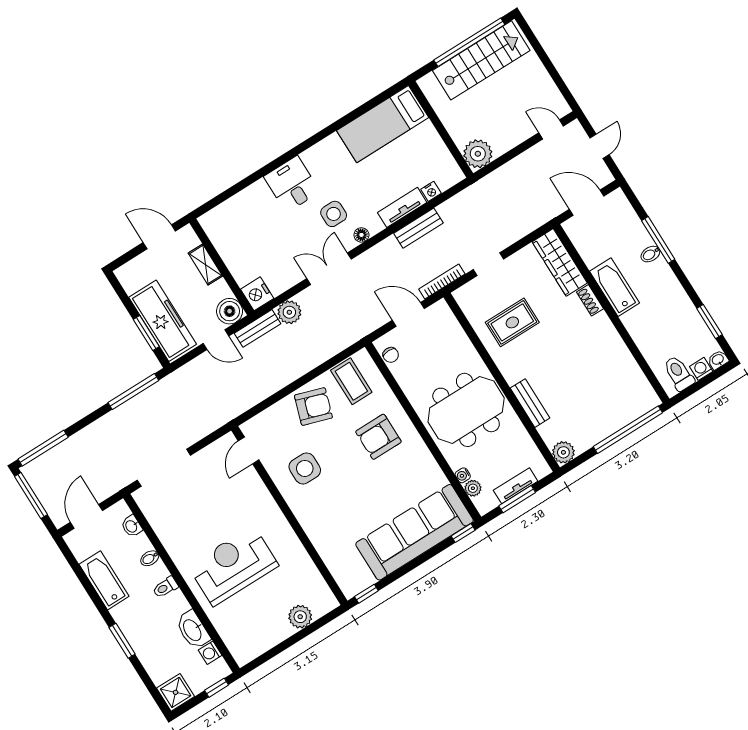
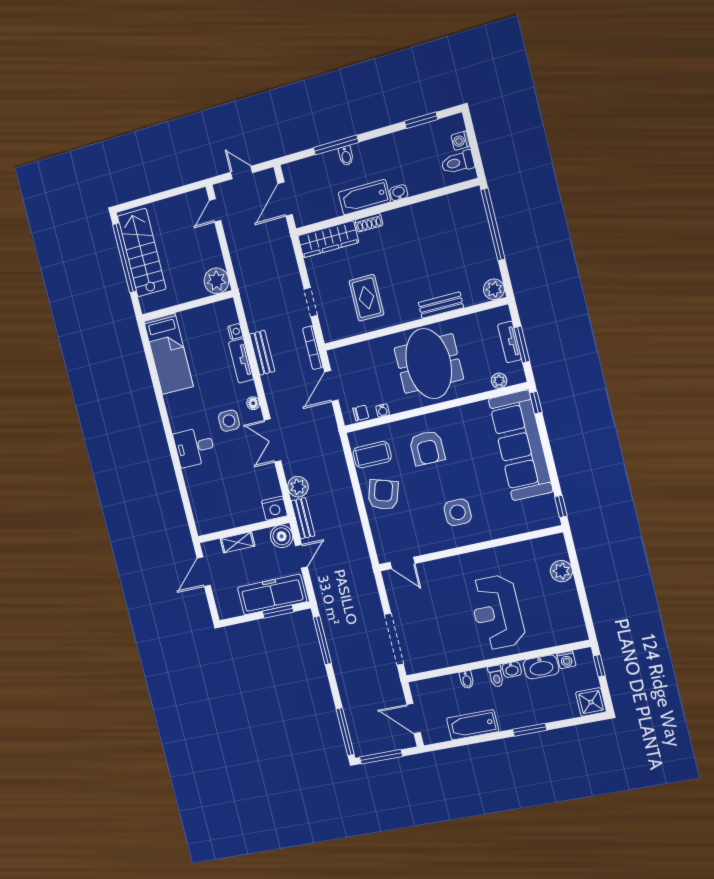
washbasin: (718, 360) -> (399, 193), moved, turned 90
side table: (305, 468) -> (458, 512), moved
water cooler: (463, 475) -> (383, 411), moved
washbasin: (132, 526) -> (512, 670), moved

